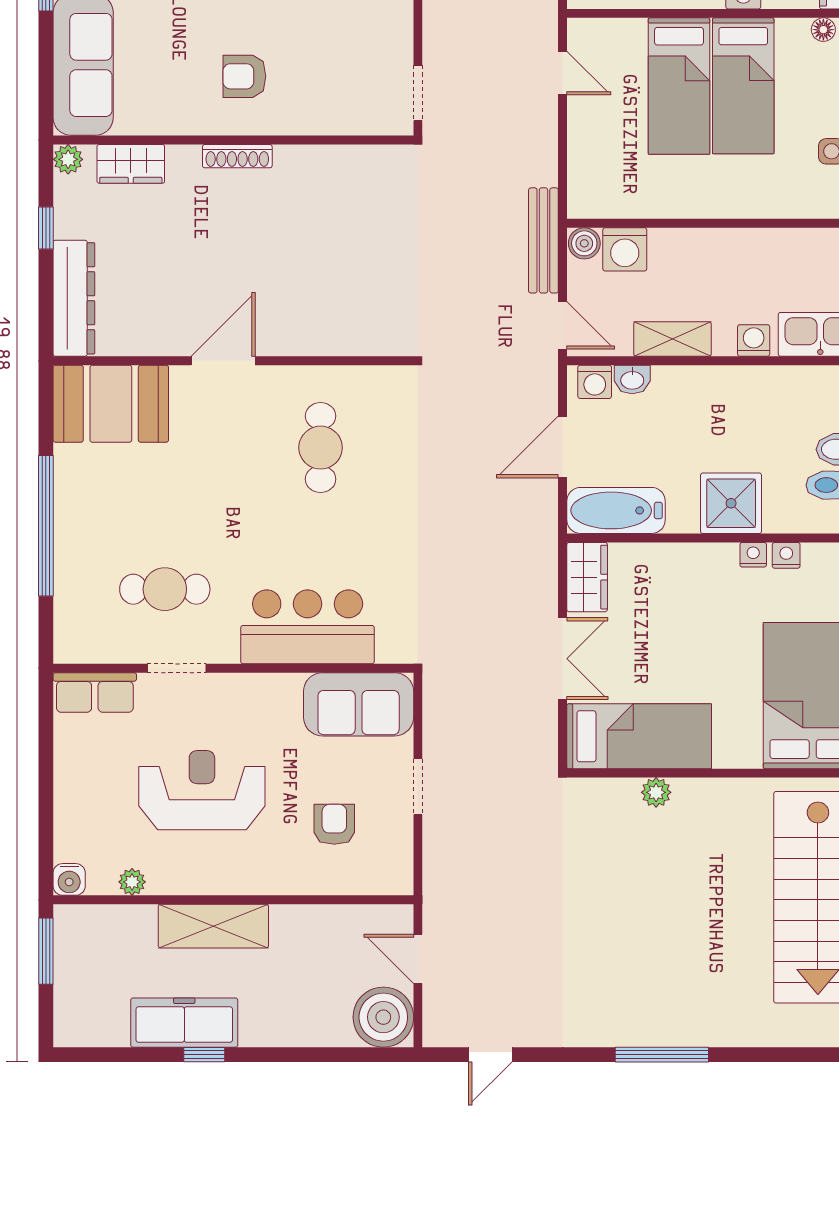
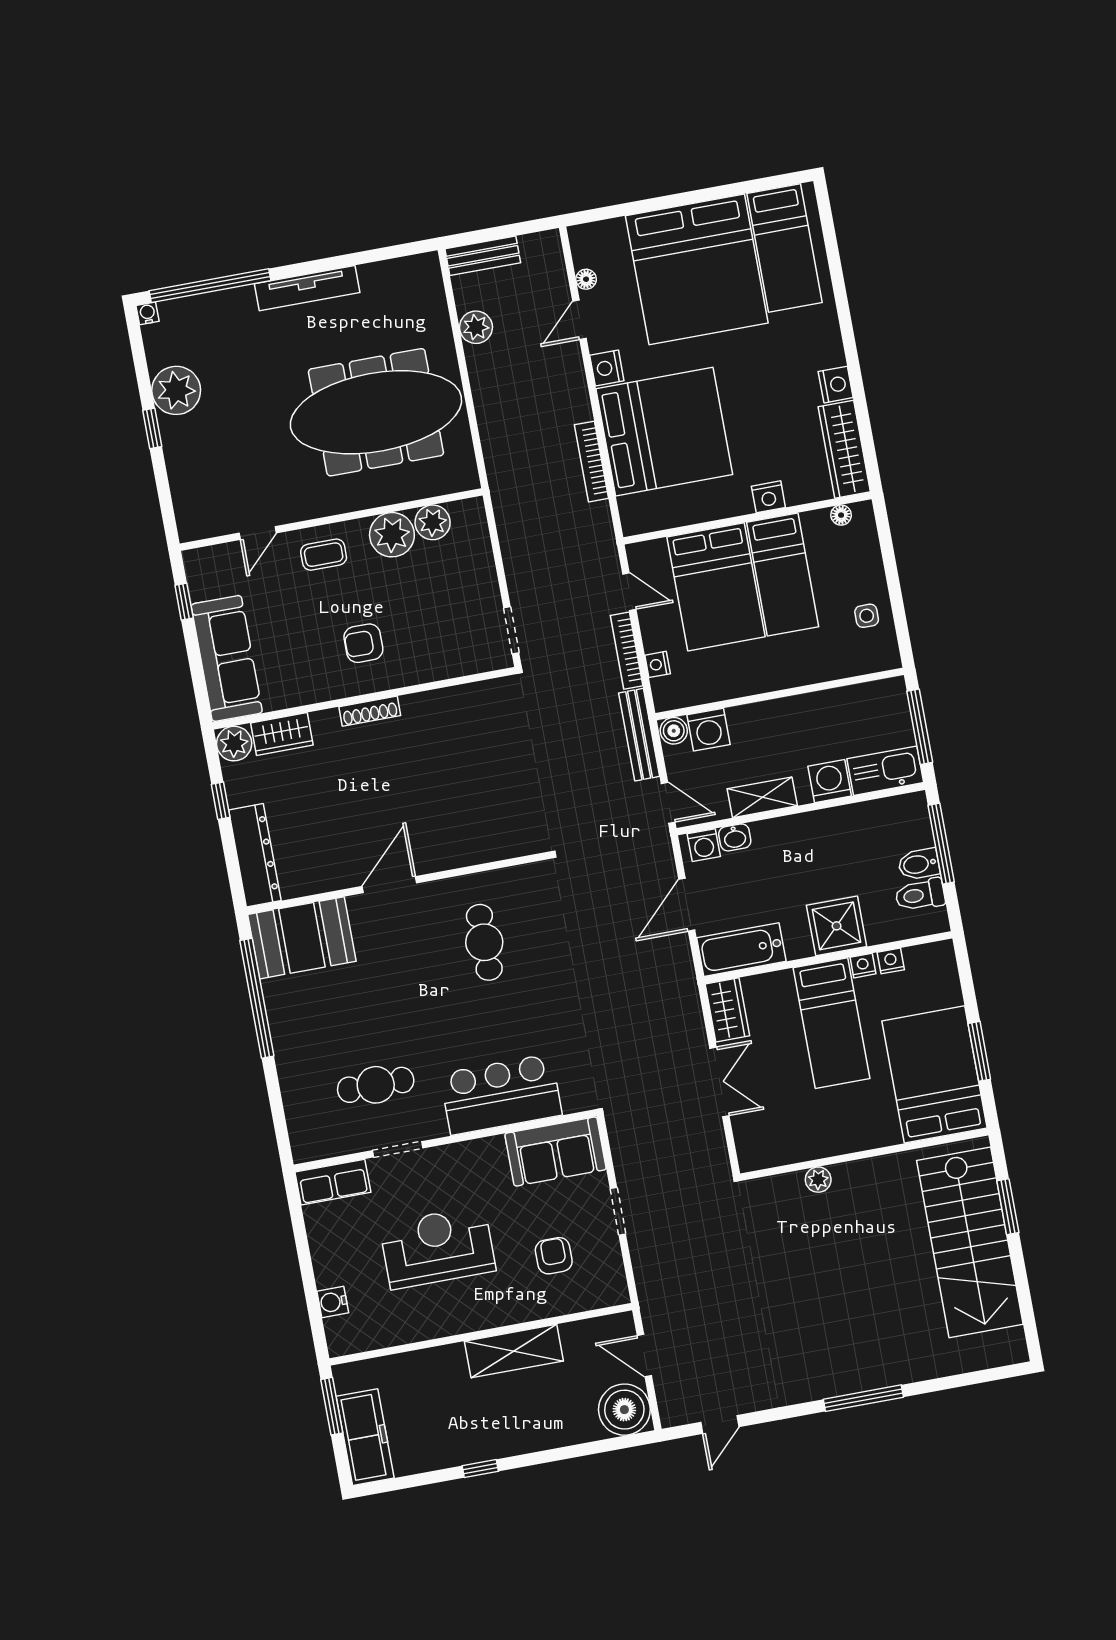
bed: (679, 86) -> (716, 587), width x1.50
bookcase: (547, 141) -> (627, 651), added
plant: (68, 159) -> (234, 744), width x1.38, depth x1.38
nightstand: (580, 163) -> (658, 664), added
washing machine: (754, 340) -> (830, 781), width x1.38, depth x1.38
window: (46, 526) -> (257, 998), moved
bed: (639, 736) -> (832, 1023), moved, turned 90
water cooler: (69, 879) -> (333, 1302), moved, turned 90
plant: (132, 882) -> (393, 1335), removed
shelving: (213, 926) -> (514, 1351), moved
freezer: (184, 1023) -> (365, 1437), moved, turned 90

